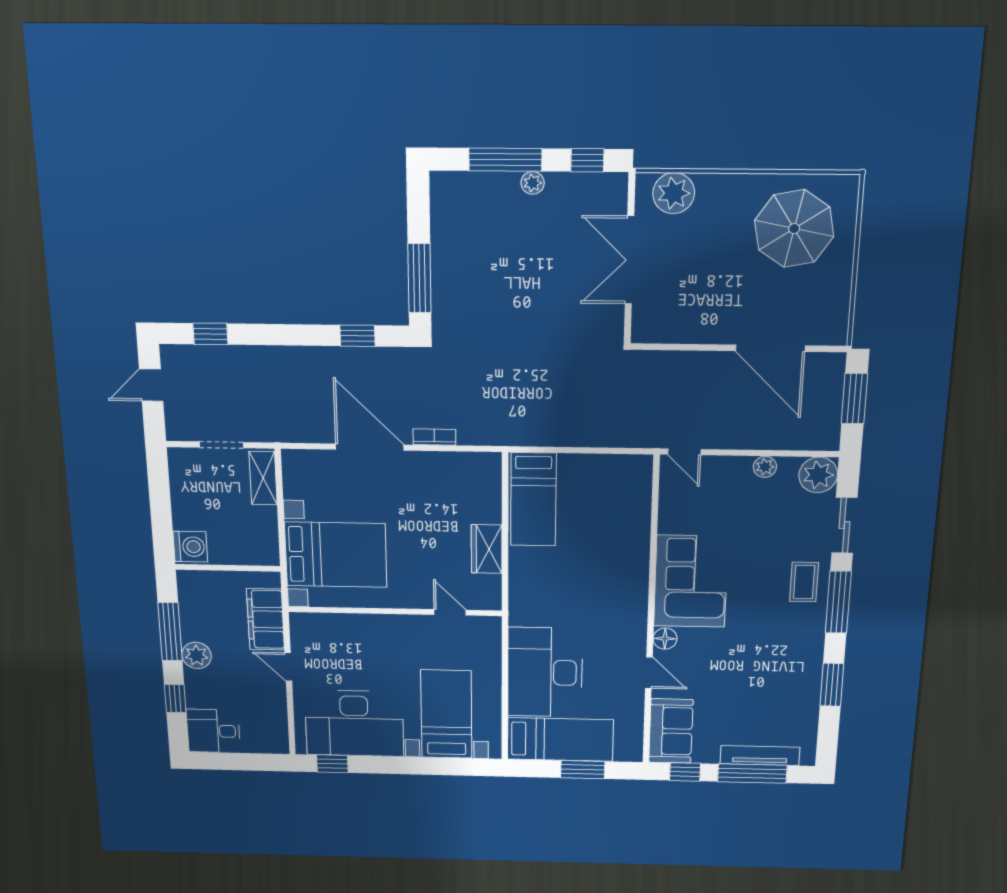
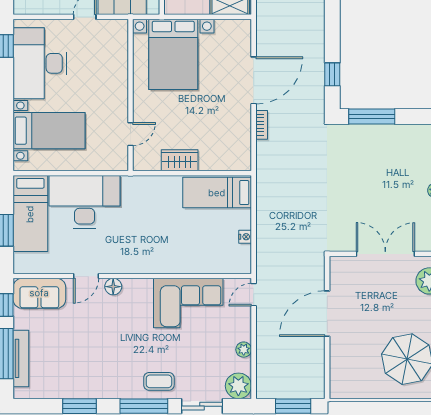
door: (770, 348) -> (327, 314), moved
nightstand: (599, 462) -> (245, 237), added
corner sofa: (691, 581) -> (188, 303), moved

